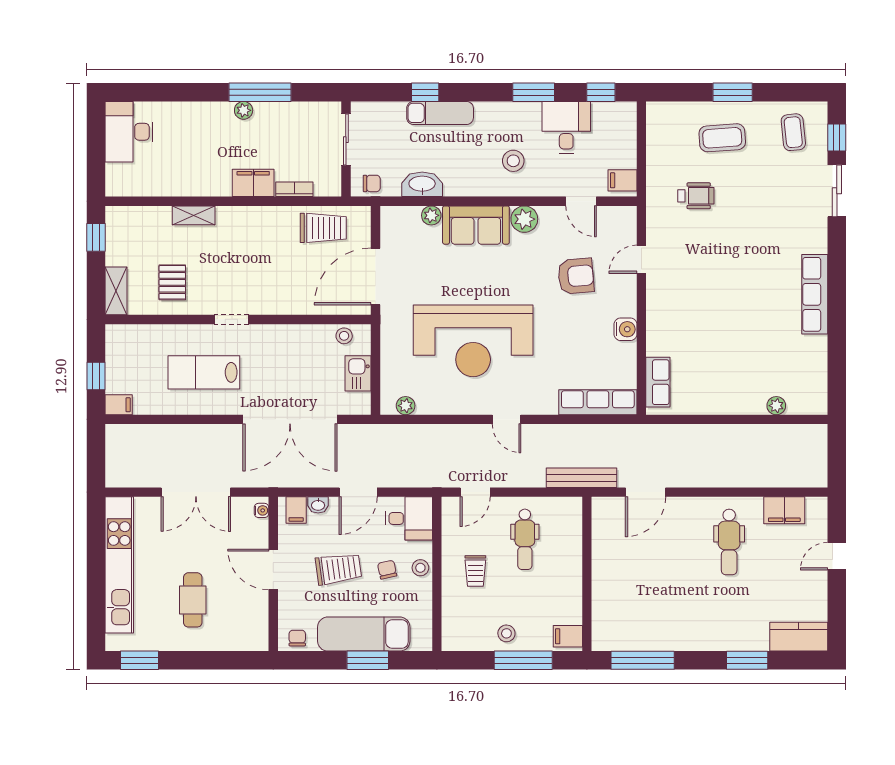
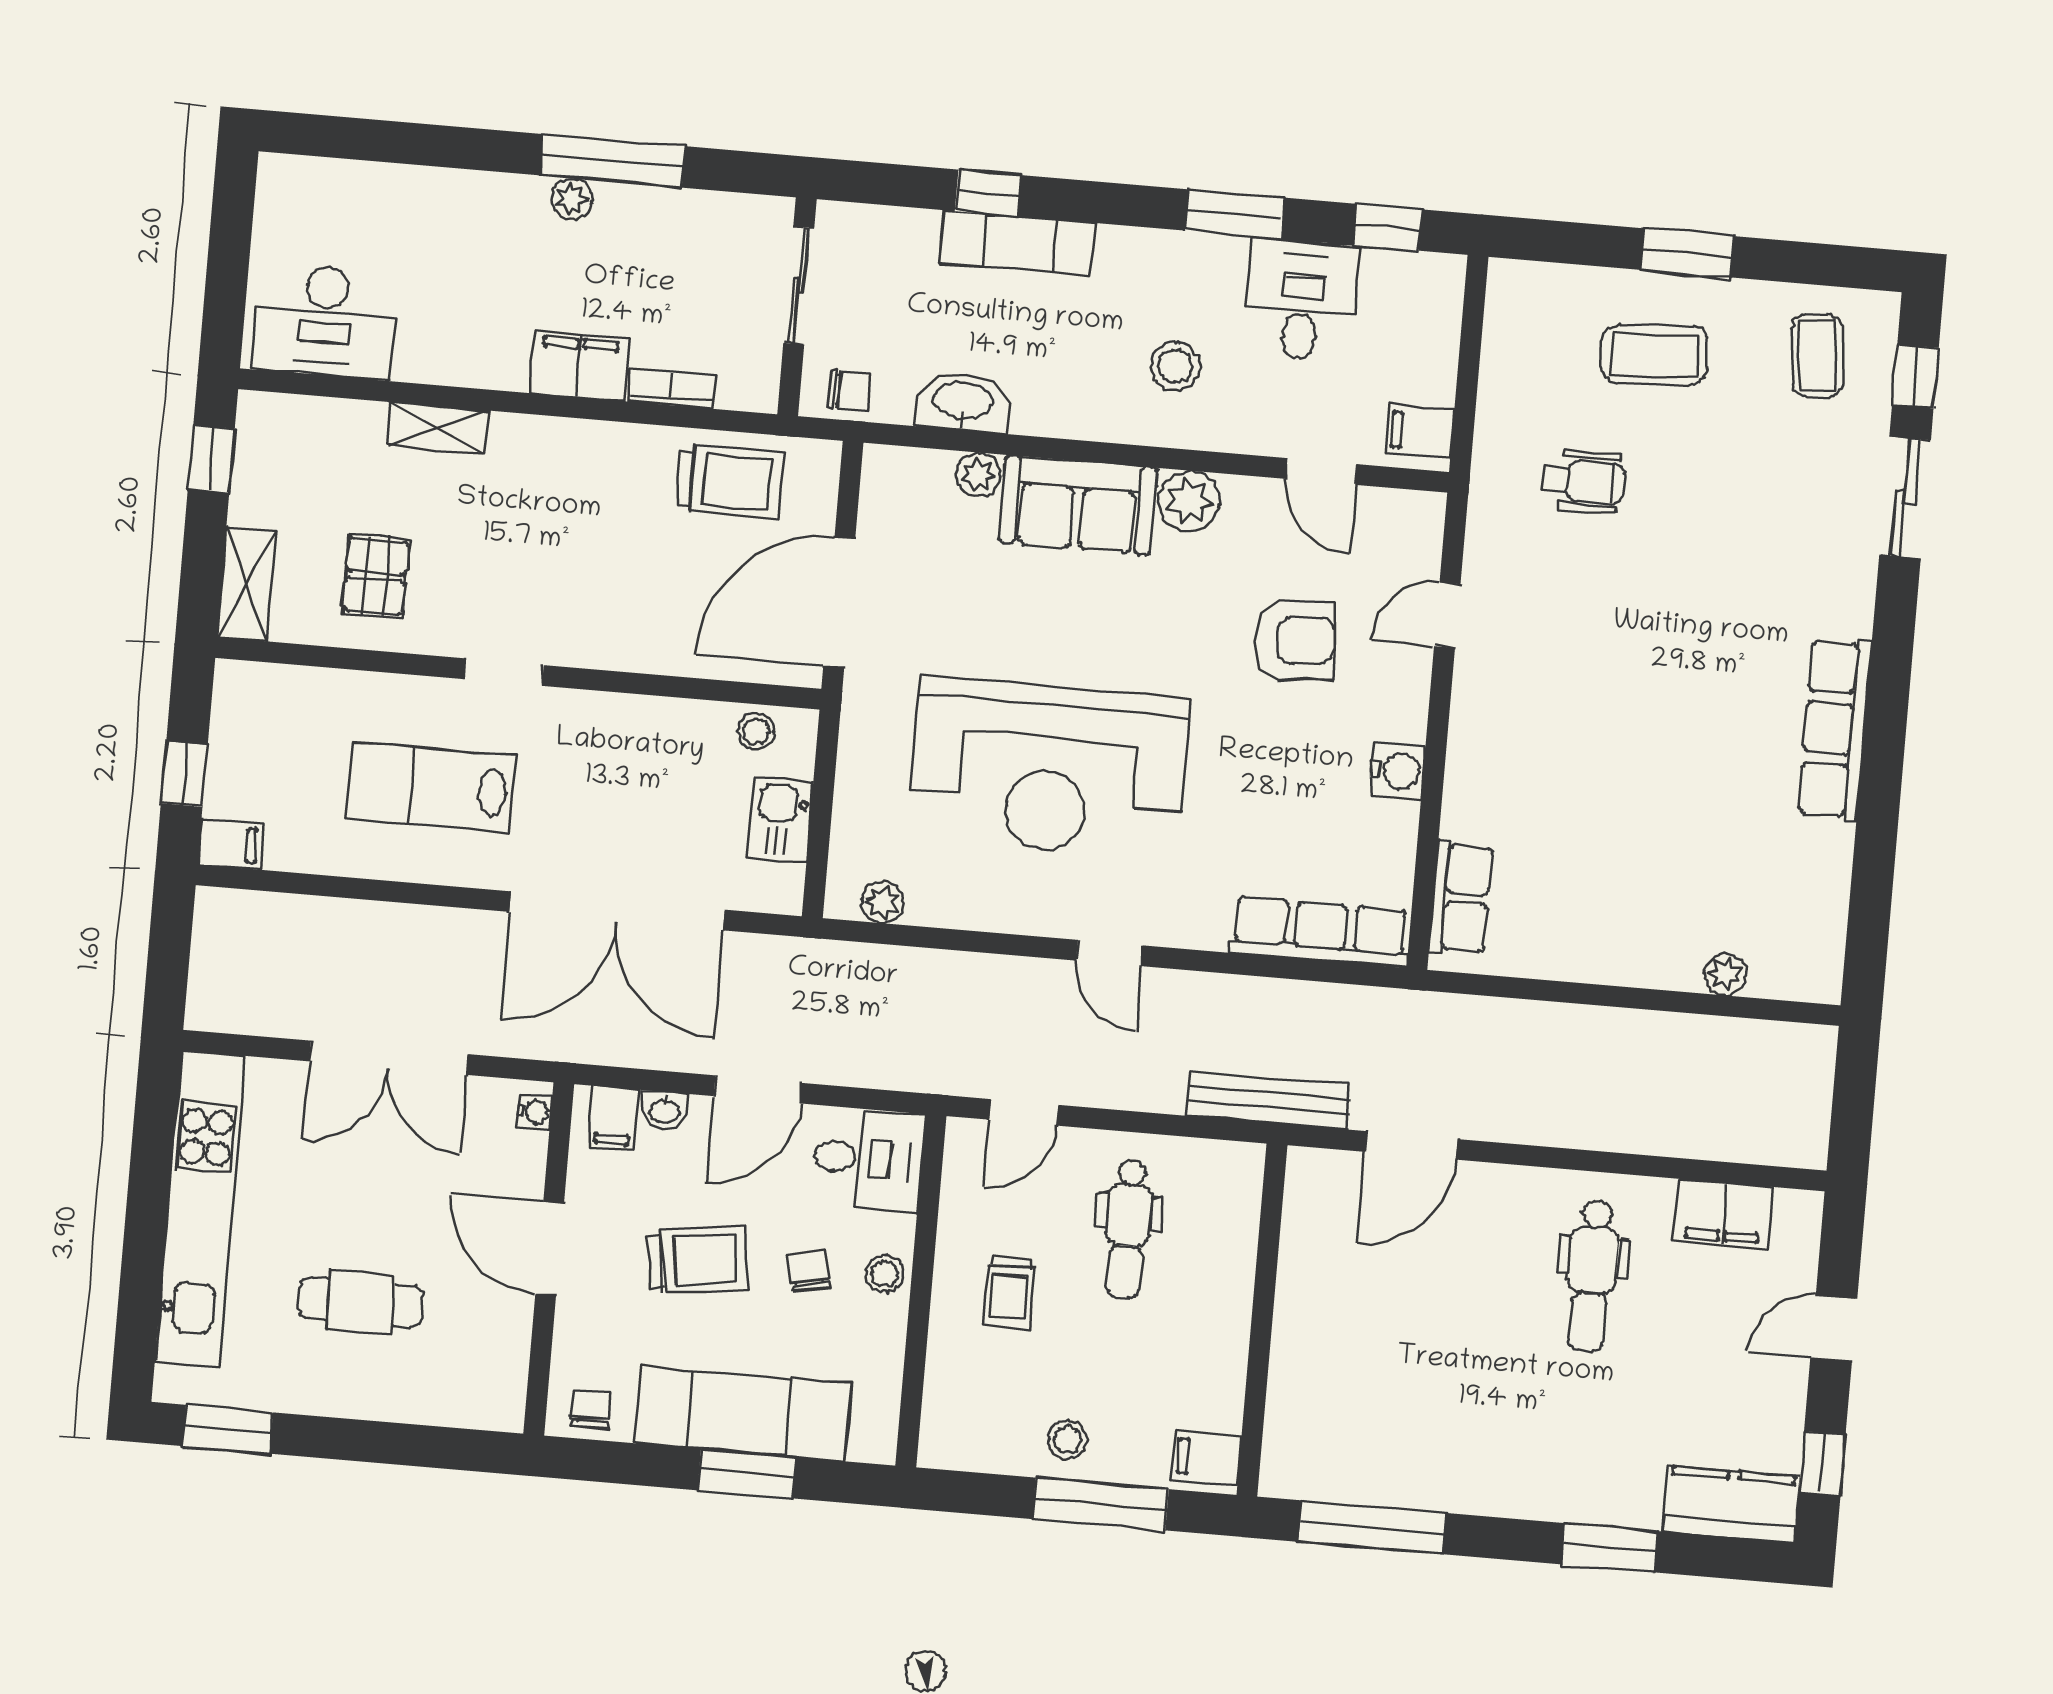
desk: (129, 132) -> (325, 321), moved, turned -90
cafe table: (193, 600) -> (361, 1302), turned 90
window: (837, 616) -> (1822, 1464), added

